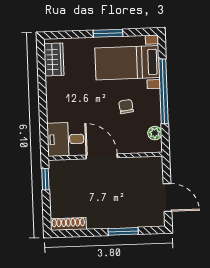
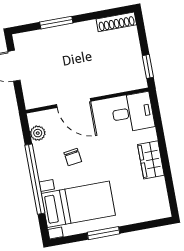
wardrobe: (54, 59) -> (151, 160), moved
door: (102, 156) -> (74, 103), moved

